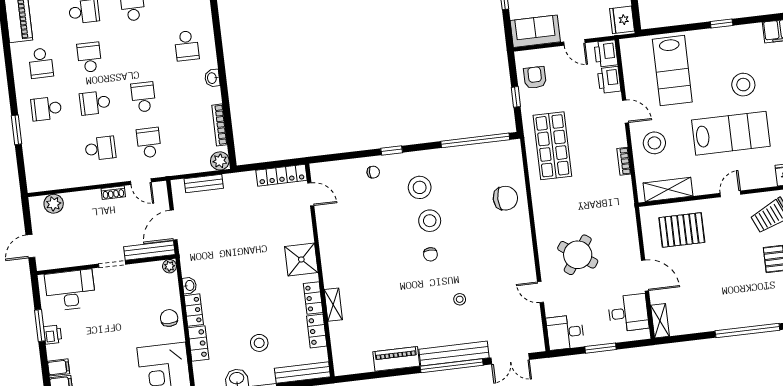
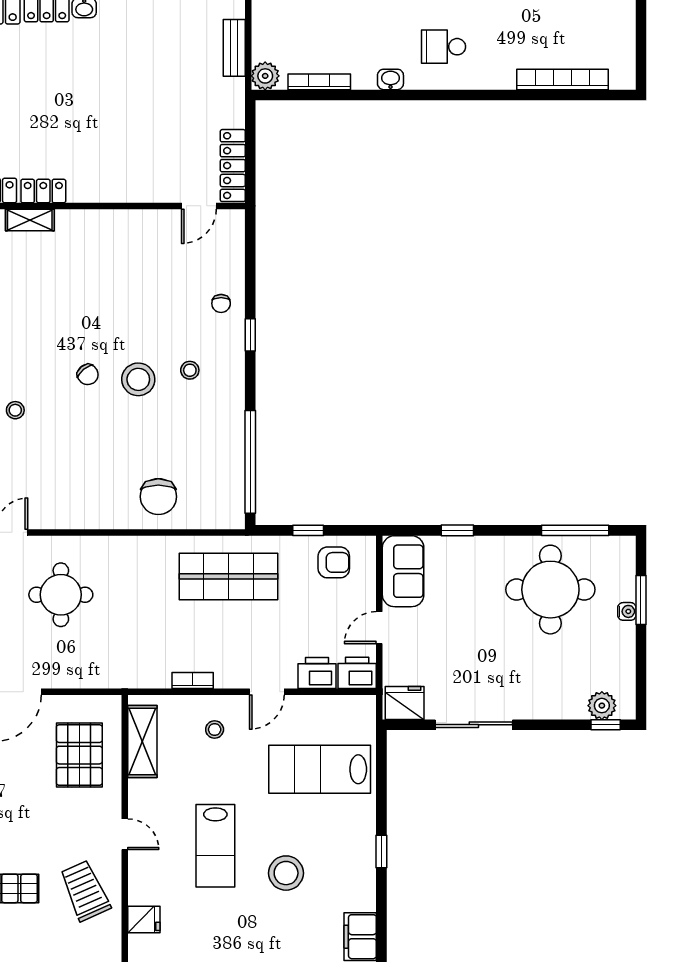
lab bench: (731, 133) -> (215, 846), width x0.73, depth x0.72
stool: (654, 143) -> (215, 730), width x0.53, depth x0.53
stool: (420, 187) -> (190, 370), width x0.53, depth x0.53
chair: (430, 254) -> (88, 374), turned -129
round table: (578, 255) -> (61, 595), turned -35
shower: (301, 259) -> (103, 180), removed

